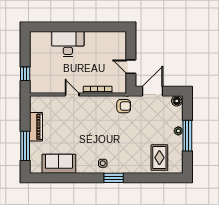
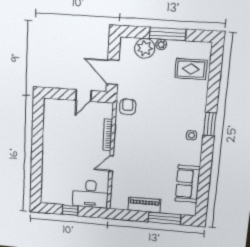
desk: (68, 44) -> (90, 194), moved, turned -90
window: (25, 74) -> (70, 210), moved
floor lamp: (177, 101) -> (126, 44), removed
plant: (174, 117) -> (145, 48), added

